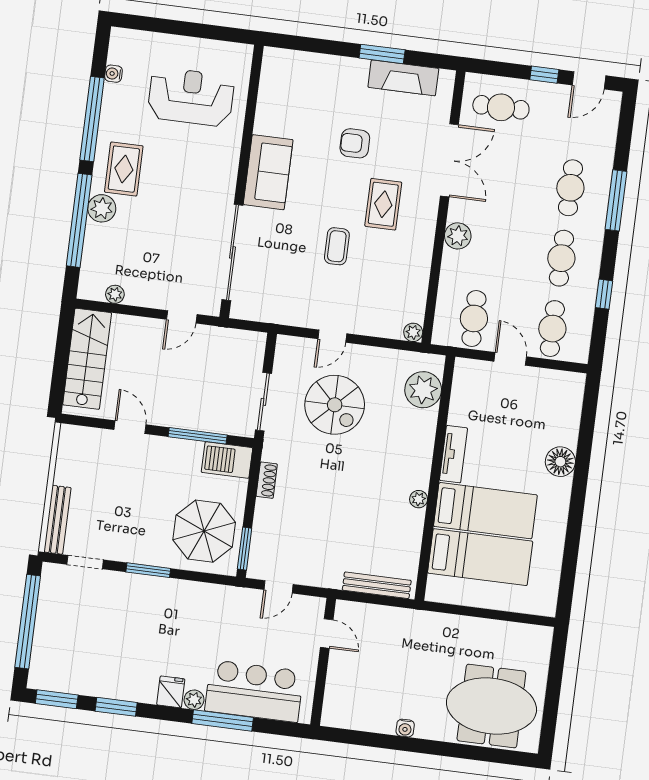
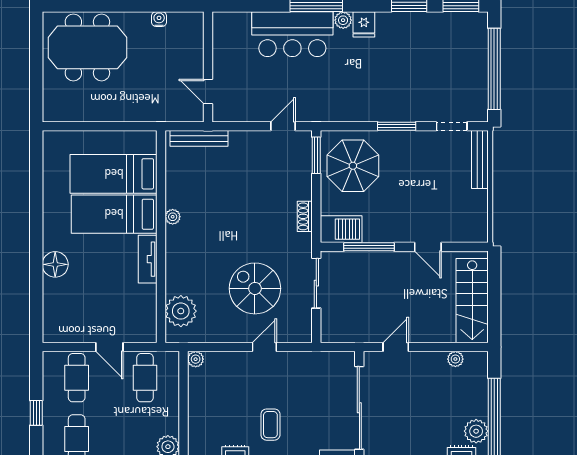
door: (327, 633) -> (208, 92), moved
wall: (323, 662) -> (208, 67), moved

